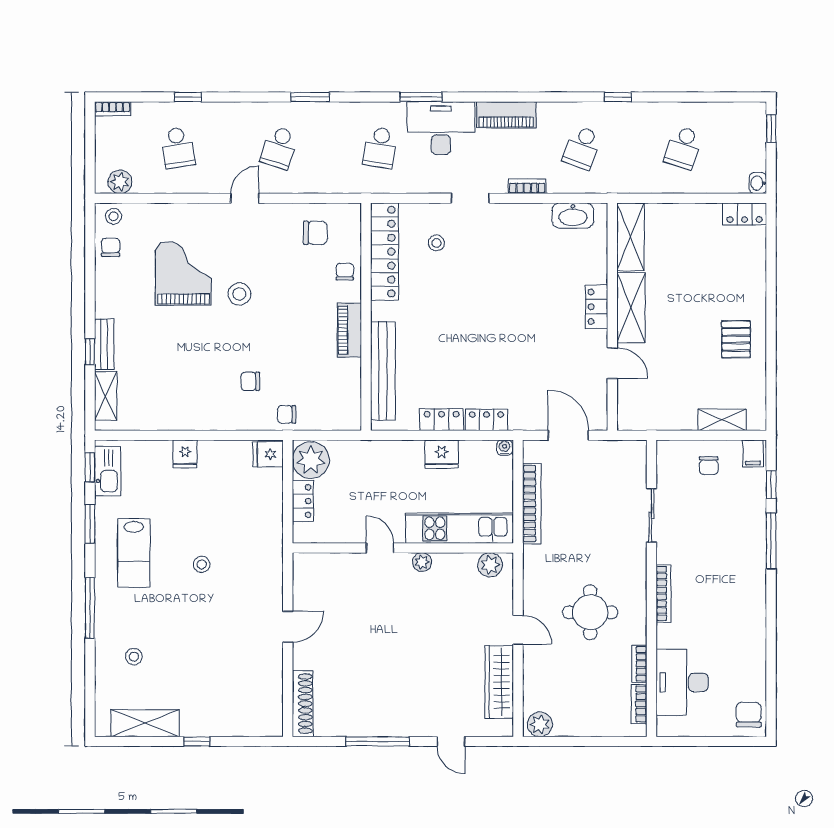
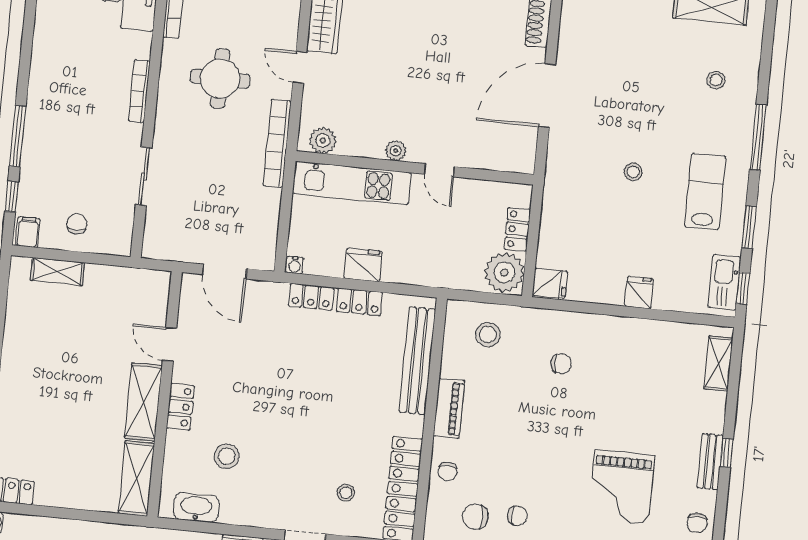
stool: (549, 266) -> (227, 456), added
stool: (239, 294) -> (488, 335), moved
pallet: (736, 339) -> (34, 357), removed
bench: (104, 344) -> (710, 462), moved
window: (90, 352) -> (727, 453), moved
chair: (287, 414) -> (517, 516), moved
bookcase: (532, 504) -> (277, 143), moved
door: (288, 627) -> (547, 96), width x1.87

